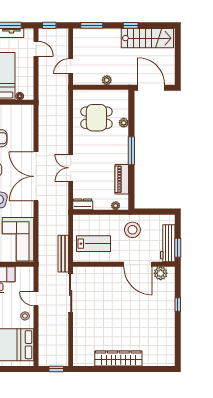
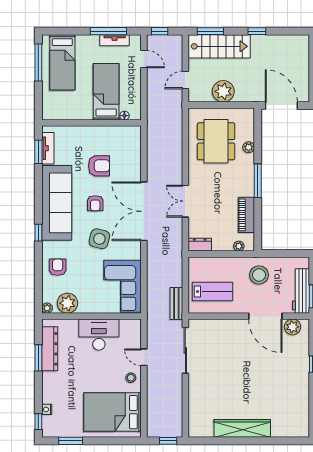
stairs: (147, 38) -> (219, 46), moved
plant: (107, 80) -> (223, 91), width x1.88, depth x1.88
dining table: (96, 118) -> (216, 141), width x1.38
bench: (63, 254) -> (176, 303), width x0.73

